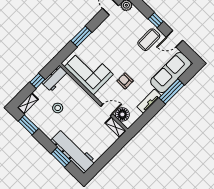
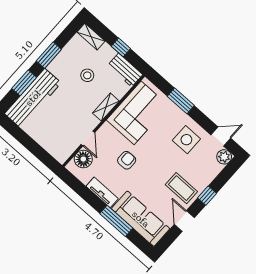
side table: (112, 34) -> (186, 140), added
window: (28, 125) -> (49, 55), moved
shelving: (116, 127) -> (106, 107), moved

